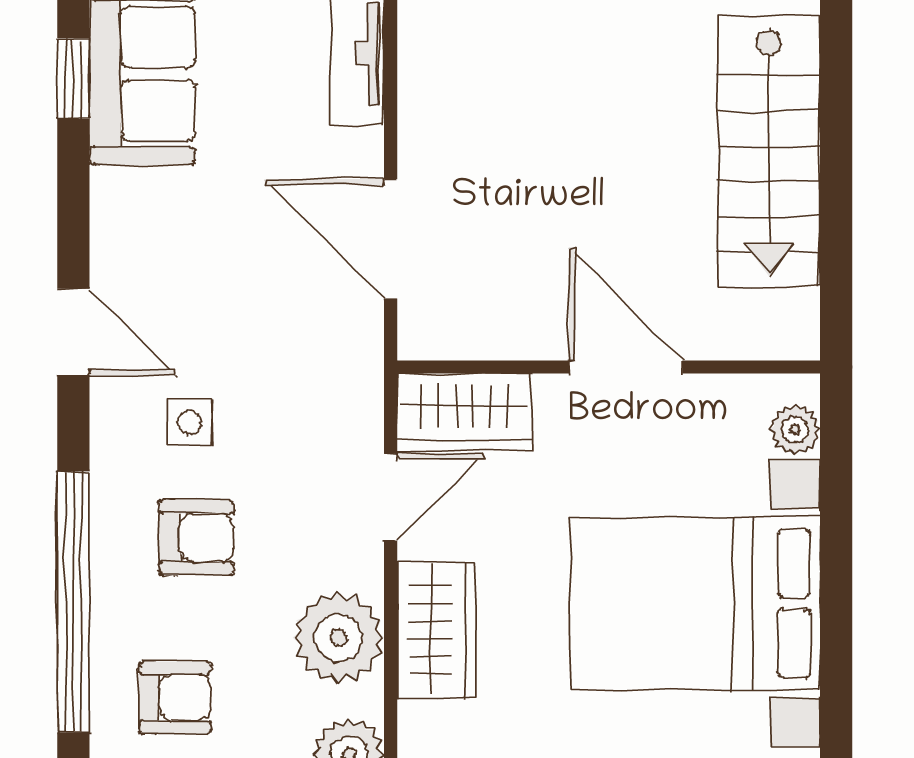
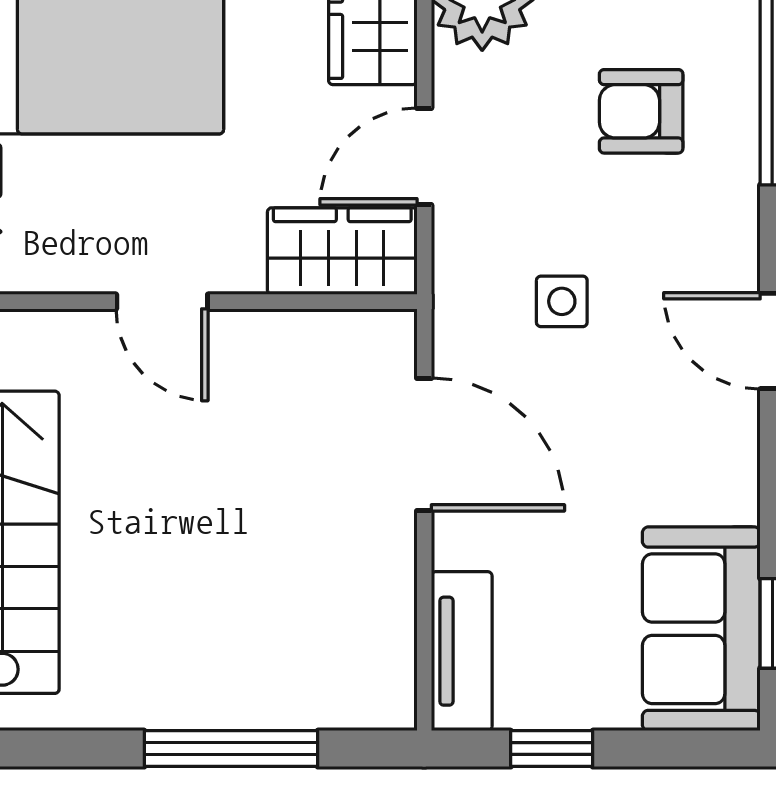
door: (626, 367) -> (162, 302), width x0.73
side table: (190, 423) -> (562, 301), moved

